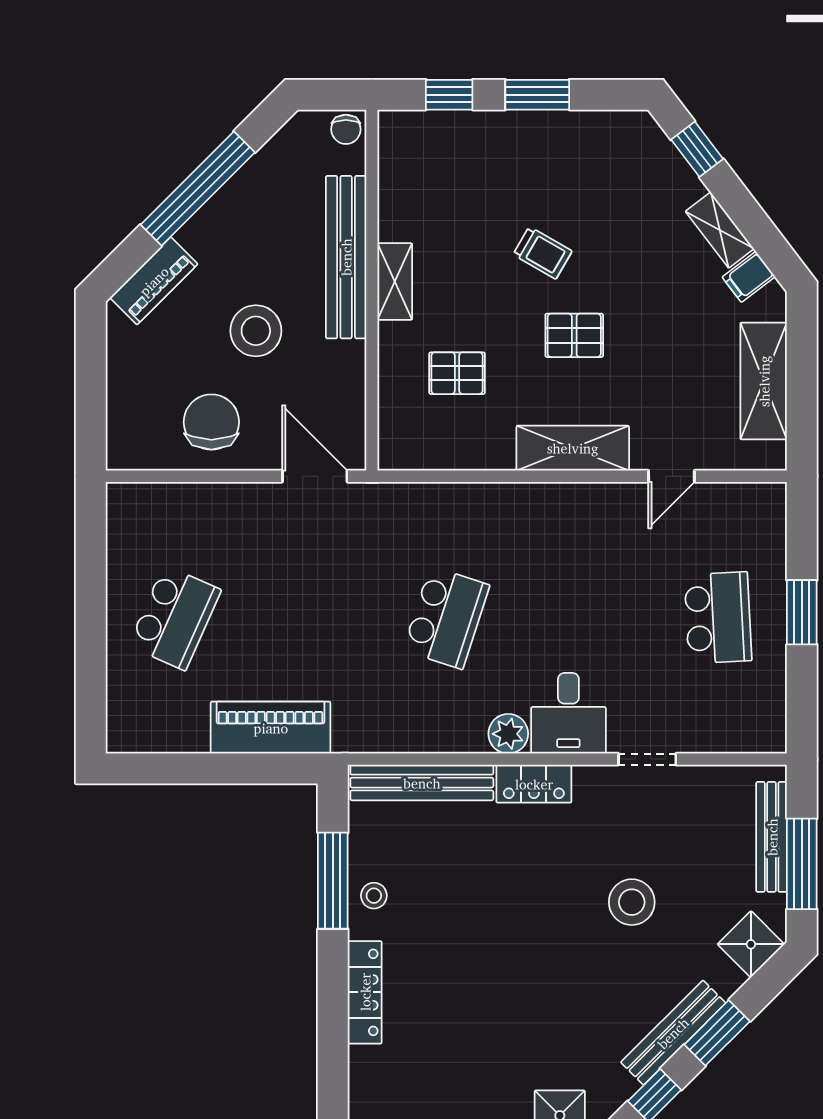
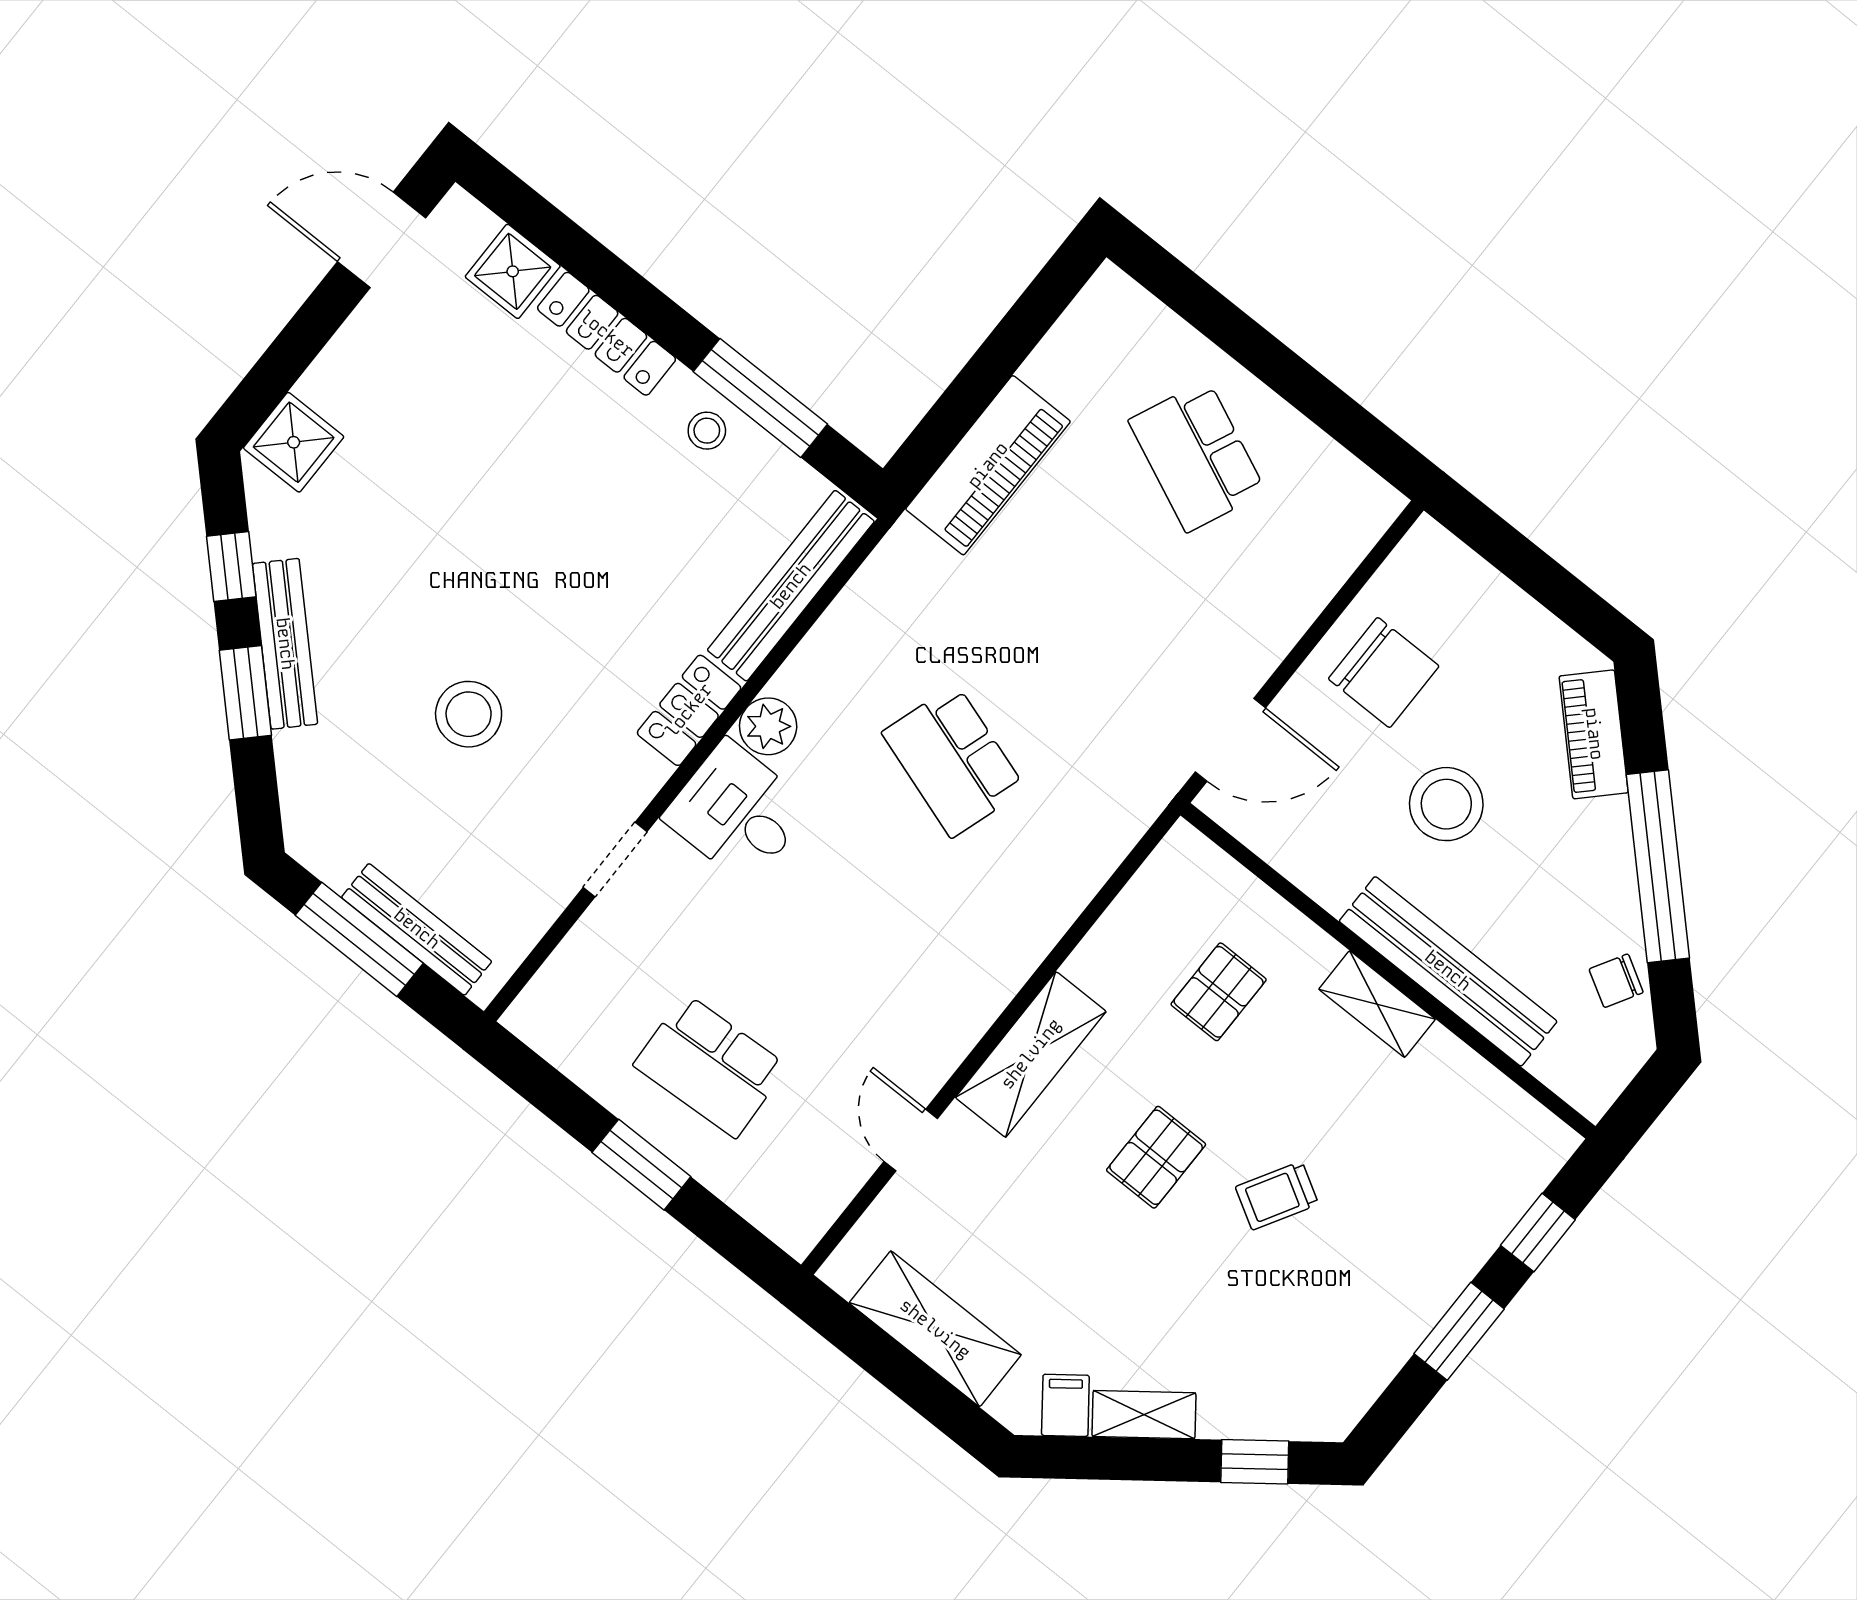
chair: (346, 129) -> (1616, 981), moved, turned -60
shower: (751, 944) -> (513, 271), moved, turned 45

